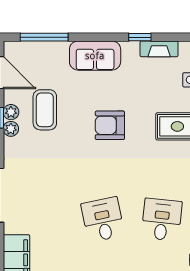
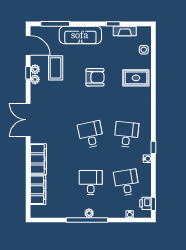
sofa: (95, 56) -> (80, 35), width x1.36
armchair: (110, 125) -> (95, 77), turned 180

